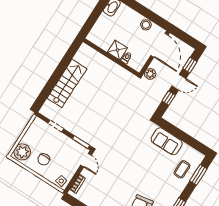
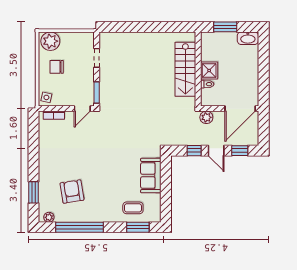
window: (93, 18) -> (225, 27), added
stool: (146, 25) -> (252, 83), removed
stairs: (67, 83) -> (185, 69), moved, turned 90

